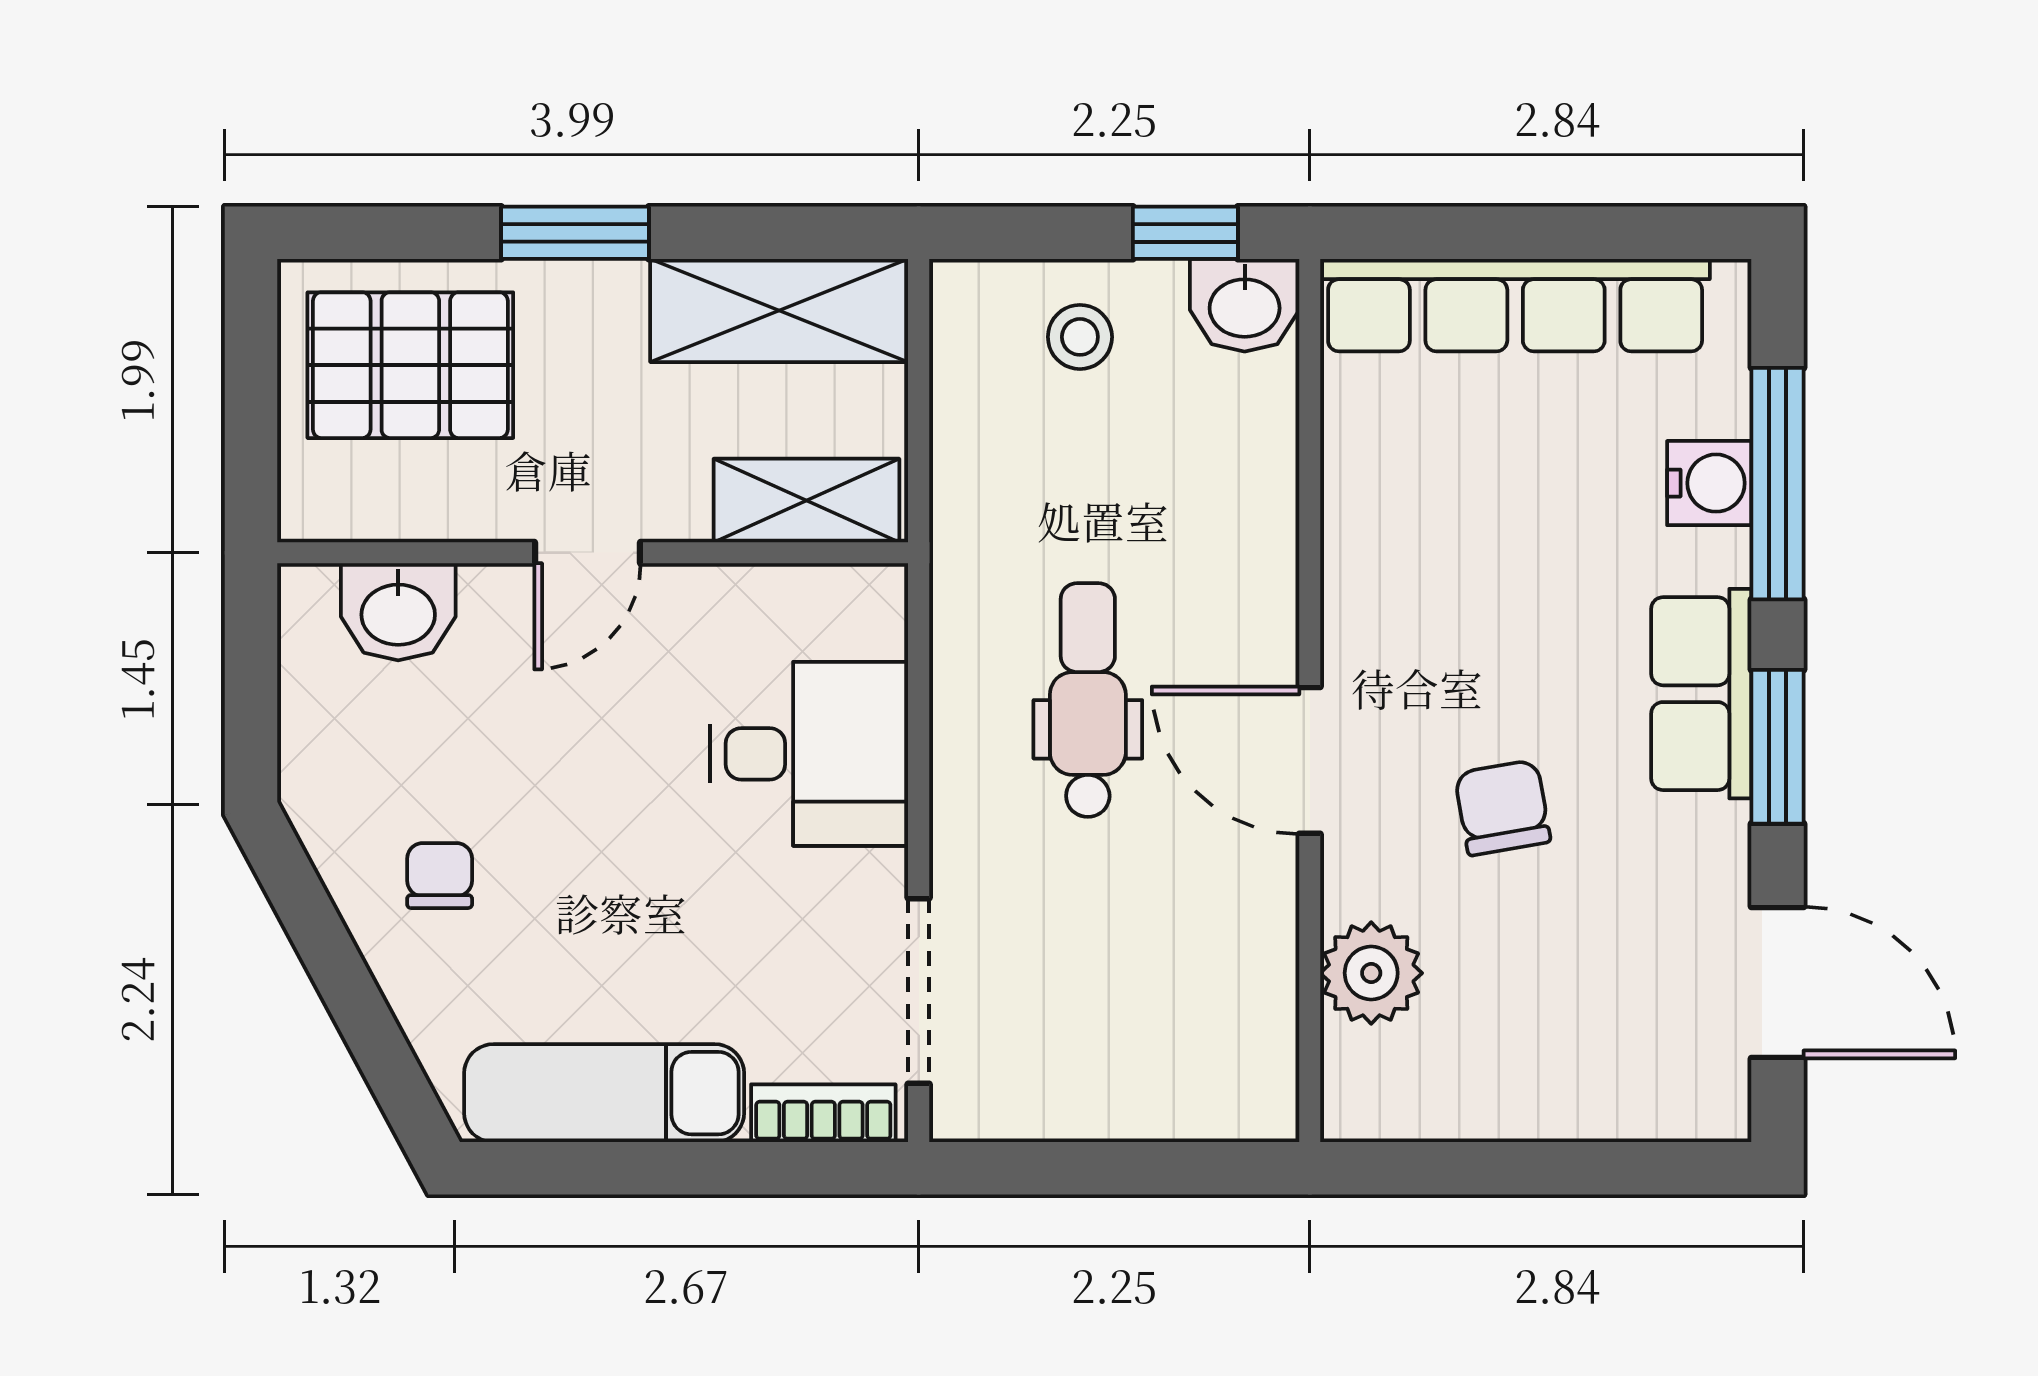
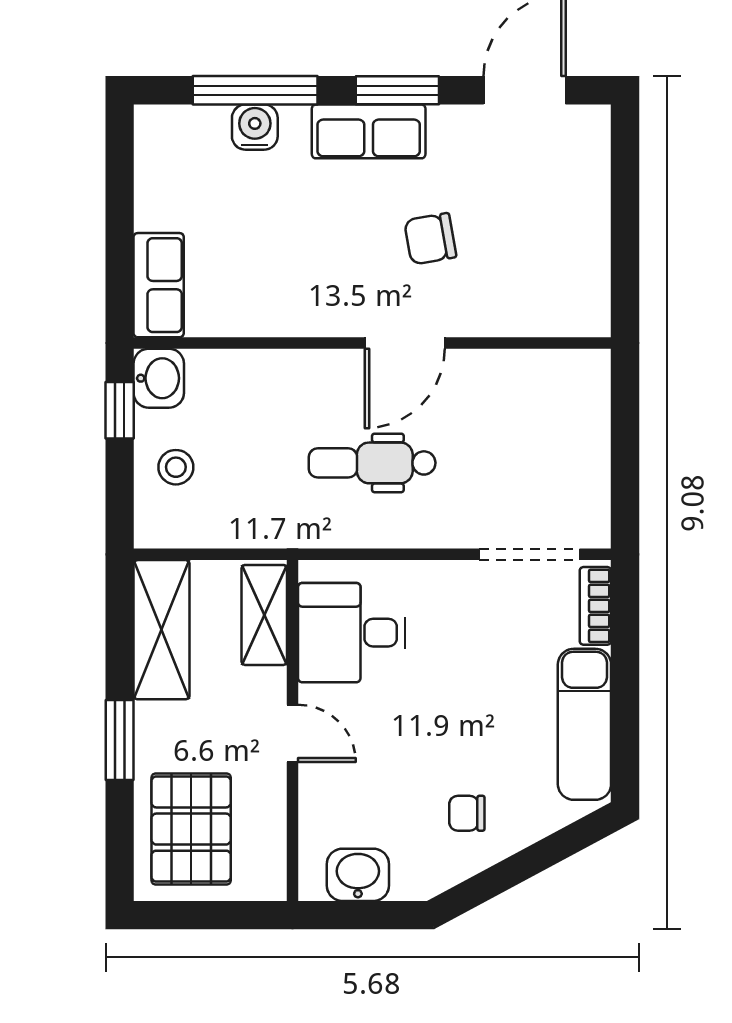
row of seats: (1515, 305) -> (159, 285), width x0.50
washbasin: (398, 612) -> (358, 875), moved, turned -90
desk: (809, 754) -> (352, 633), moved, turned -90
plant: (1371, 973) -> (520, 310), removed

